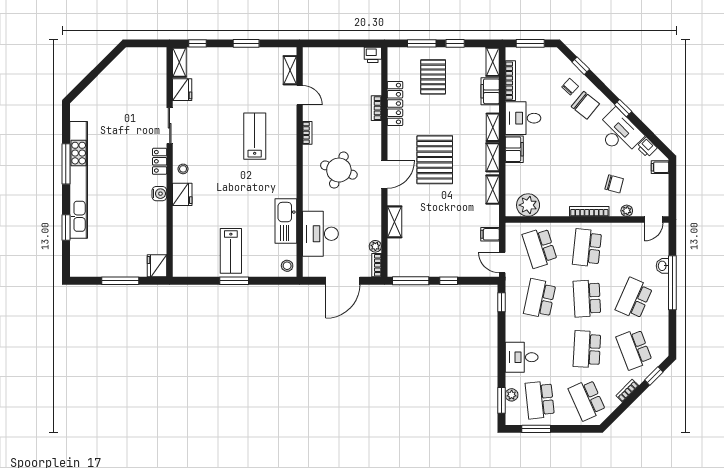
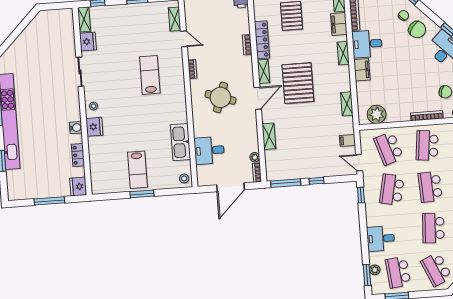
shelving: (493, 157) -> (264, 71), moved
locker: (160, 161) -> (78, 155), moved
desk: (320, 234) -> (209, 150), width x0.73

